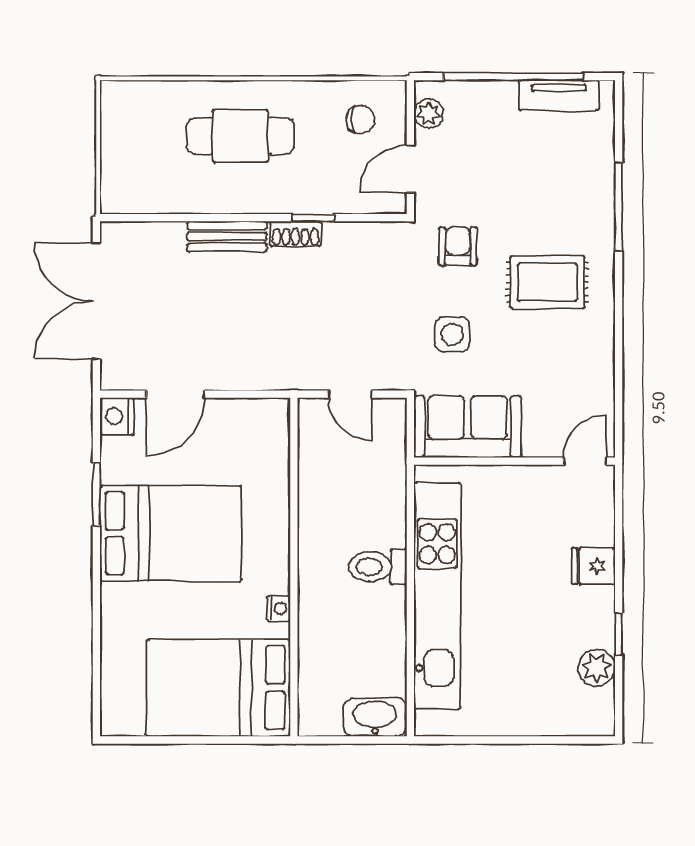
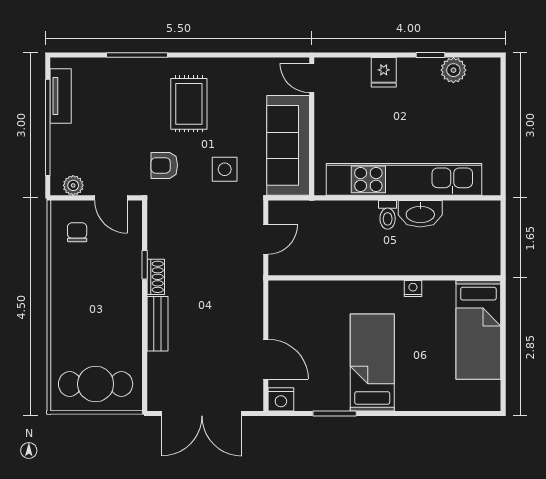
cafe table: (240, 136) -> (96, 384), moved, turned 90
sofa: (467, 427) -> (288, 145), width x1.36
bed: (171, 533) -> (372, 362), width x0.67
toilet: (378, 567) -> (388, 215), width x0.73, depth x0.72
bed: (218, 688) -> (478, 330), width x0.67
washbasin: (375, 717) -> (420, 214), moved, turned -90

